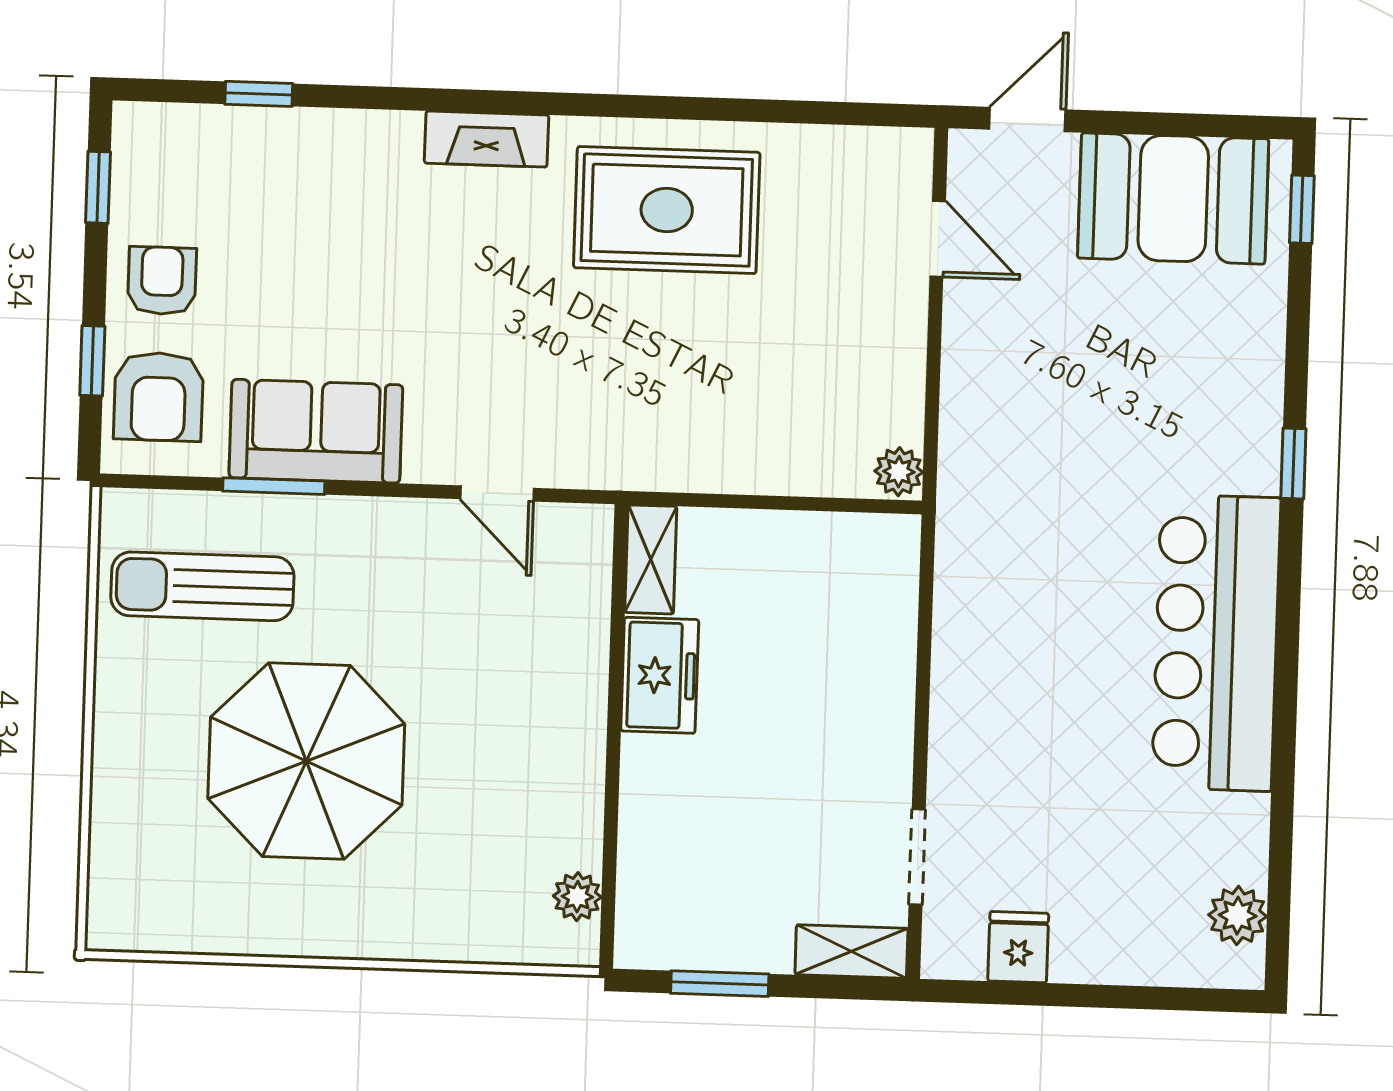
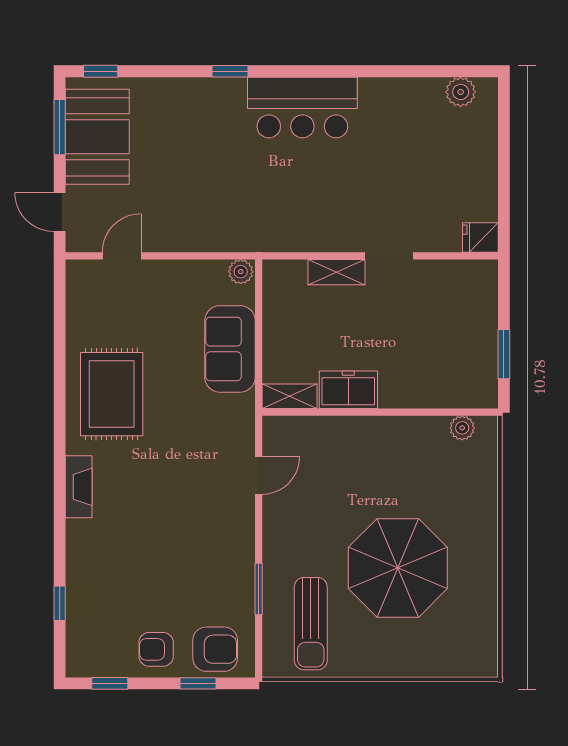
window: (1195, 125) -> (60, 127), added
sofa: (316, 431) -> (230, 349), moved
bar counter: (1216, 643) -> (302, 107), width x0.73
doorway: (917, 857) -> (389, 256), moved
fridge: (1018, 947) -> (480, 237), moved
shelving: (851, 951) -> (336, 272), moved, turned 90

